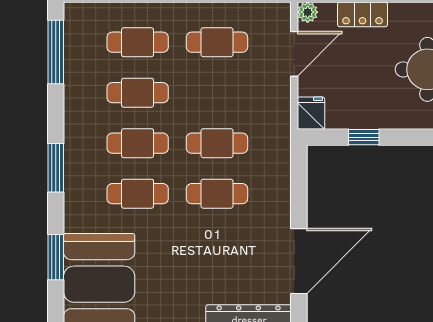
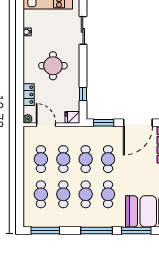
cafe table: (217, 93) -> (63, 159), added
window: (56, 168) -> (97, 231), width x1.44
window: (299, 184) -> (104, 123), added
window: (56, 257) -> (136, 231), width x1.44
door: (299, 261) -> (138, 123), swing flipped

